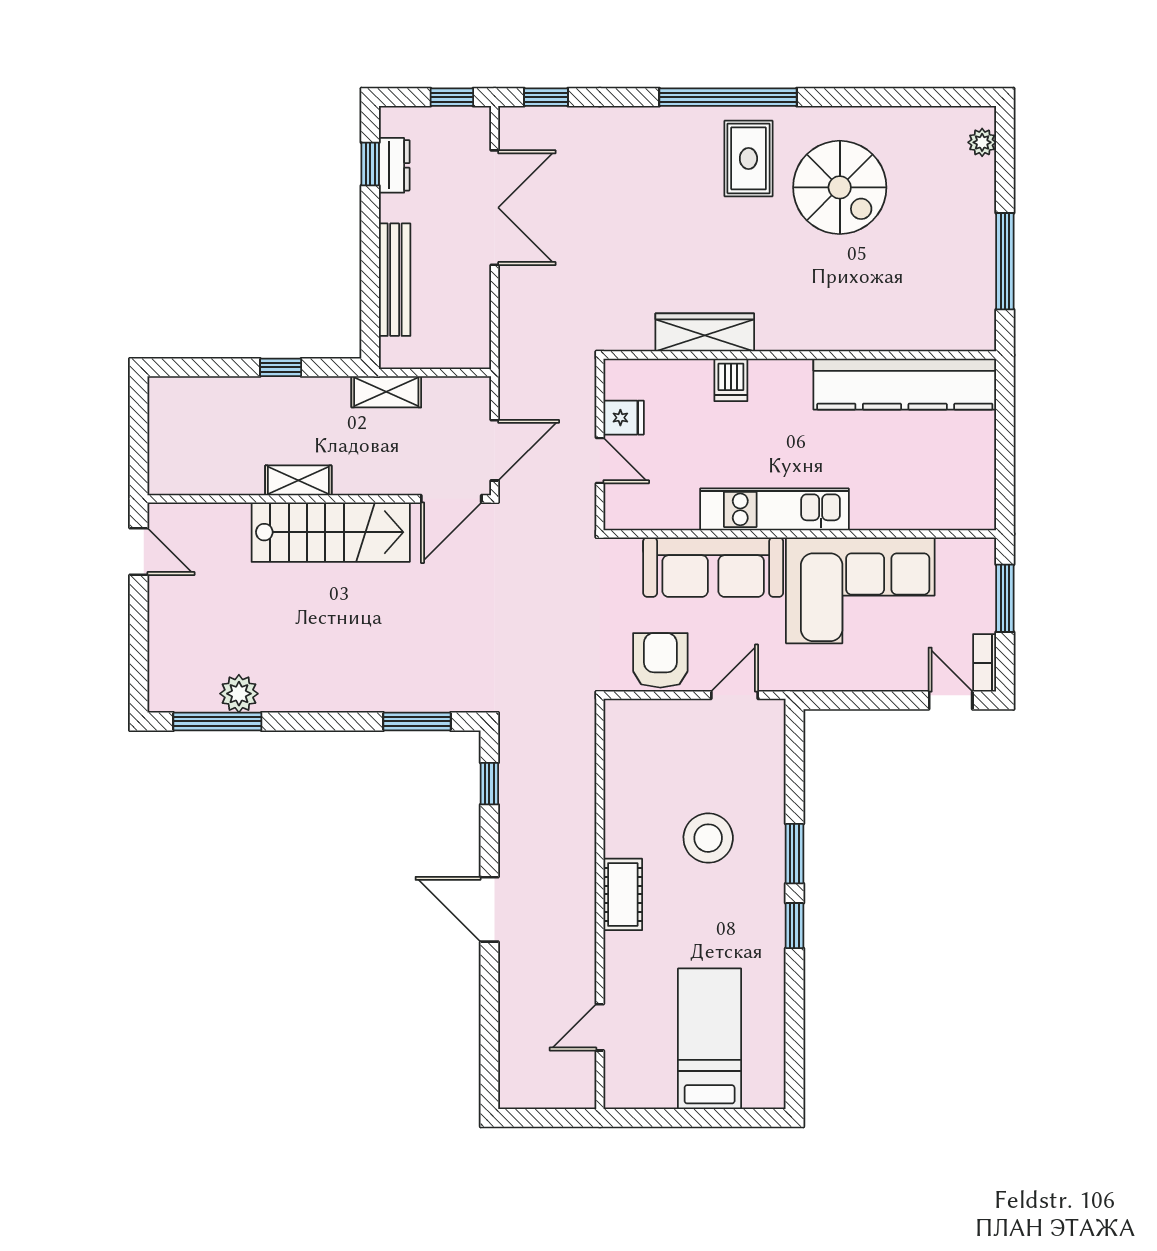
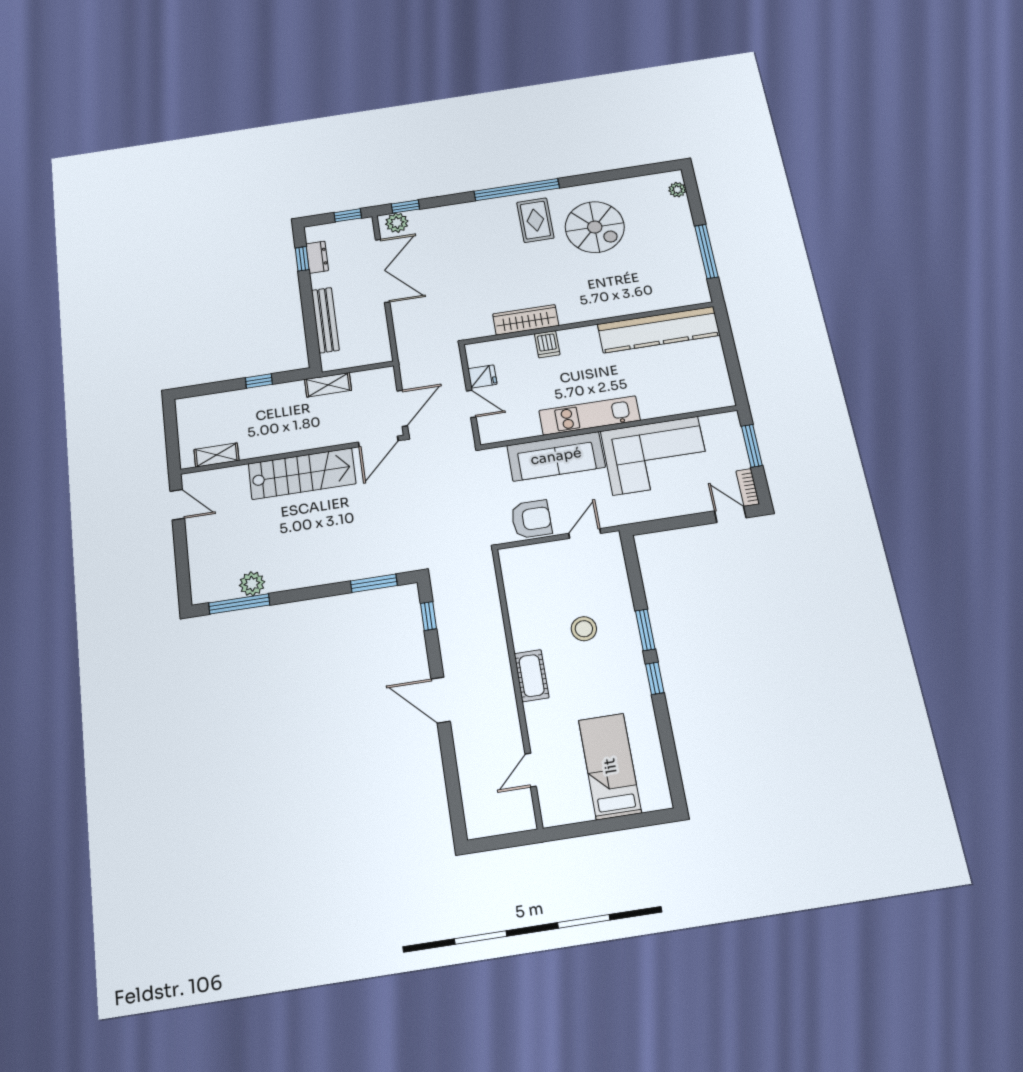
plant: (528, 125) -> (397, 223), added
shelving: (298, 480) -> (216, 455), moved
armchair: (660, 660) -> (531, 519), turned 90
stool: (708, 838) -> (584, 629), width x0.73, depth x0.73

